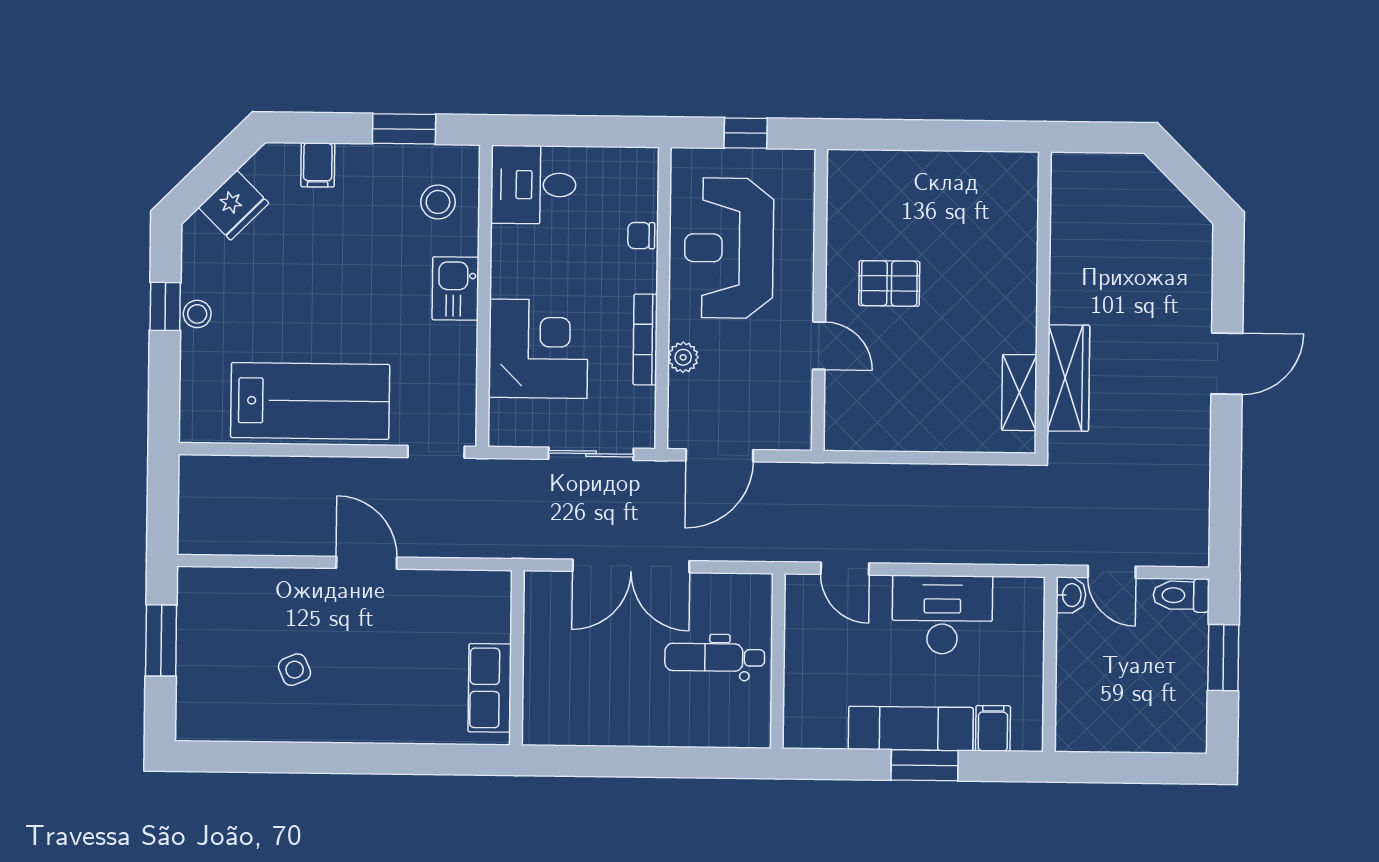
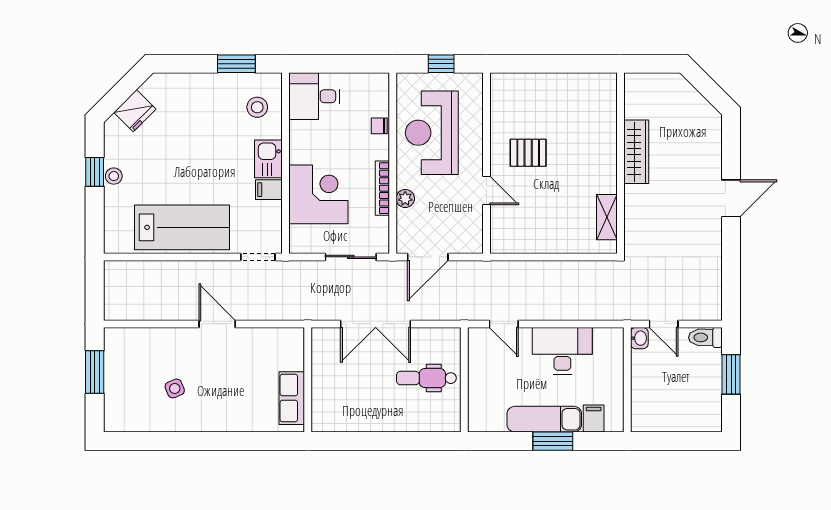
filing cabinet: (318, 165) -> (269, 190), moved, turned 90
wardrobe: (1068, 378) -> (636, 152), moved

